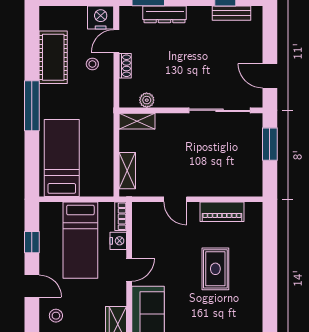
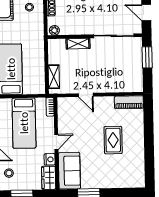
plant: (147, 100) -> (54, 30), moved
shelving: (137, 121) -> (78, 44), moved
piano: (222, 212) -> (129, 102), moved
nightstand: (118, 241) -> (50, 159), moved

